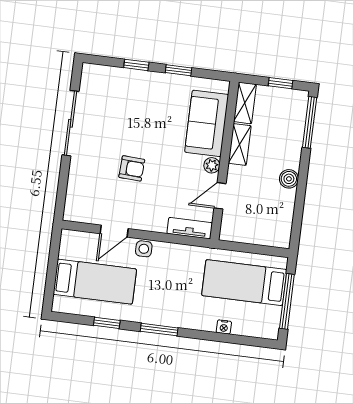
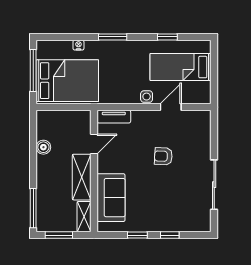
window: (281, 83) -> (59, 235), width x1.50
shelving: (240, 144) -> (82, 177), width x1.50, depth x1.33
plant: (212, 165) -> (103, 166), removed
boiler: (289, 179) -> (43, 147), moved
bed: (244, 283) -> (67, 81), width x1.50
window: (159, 330) -> (113, 37), moved

